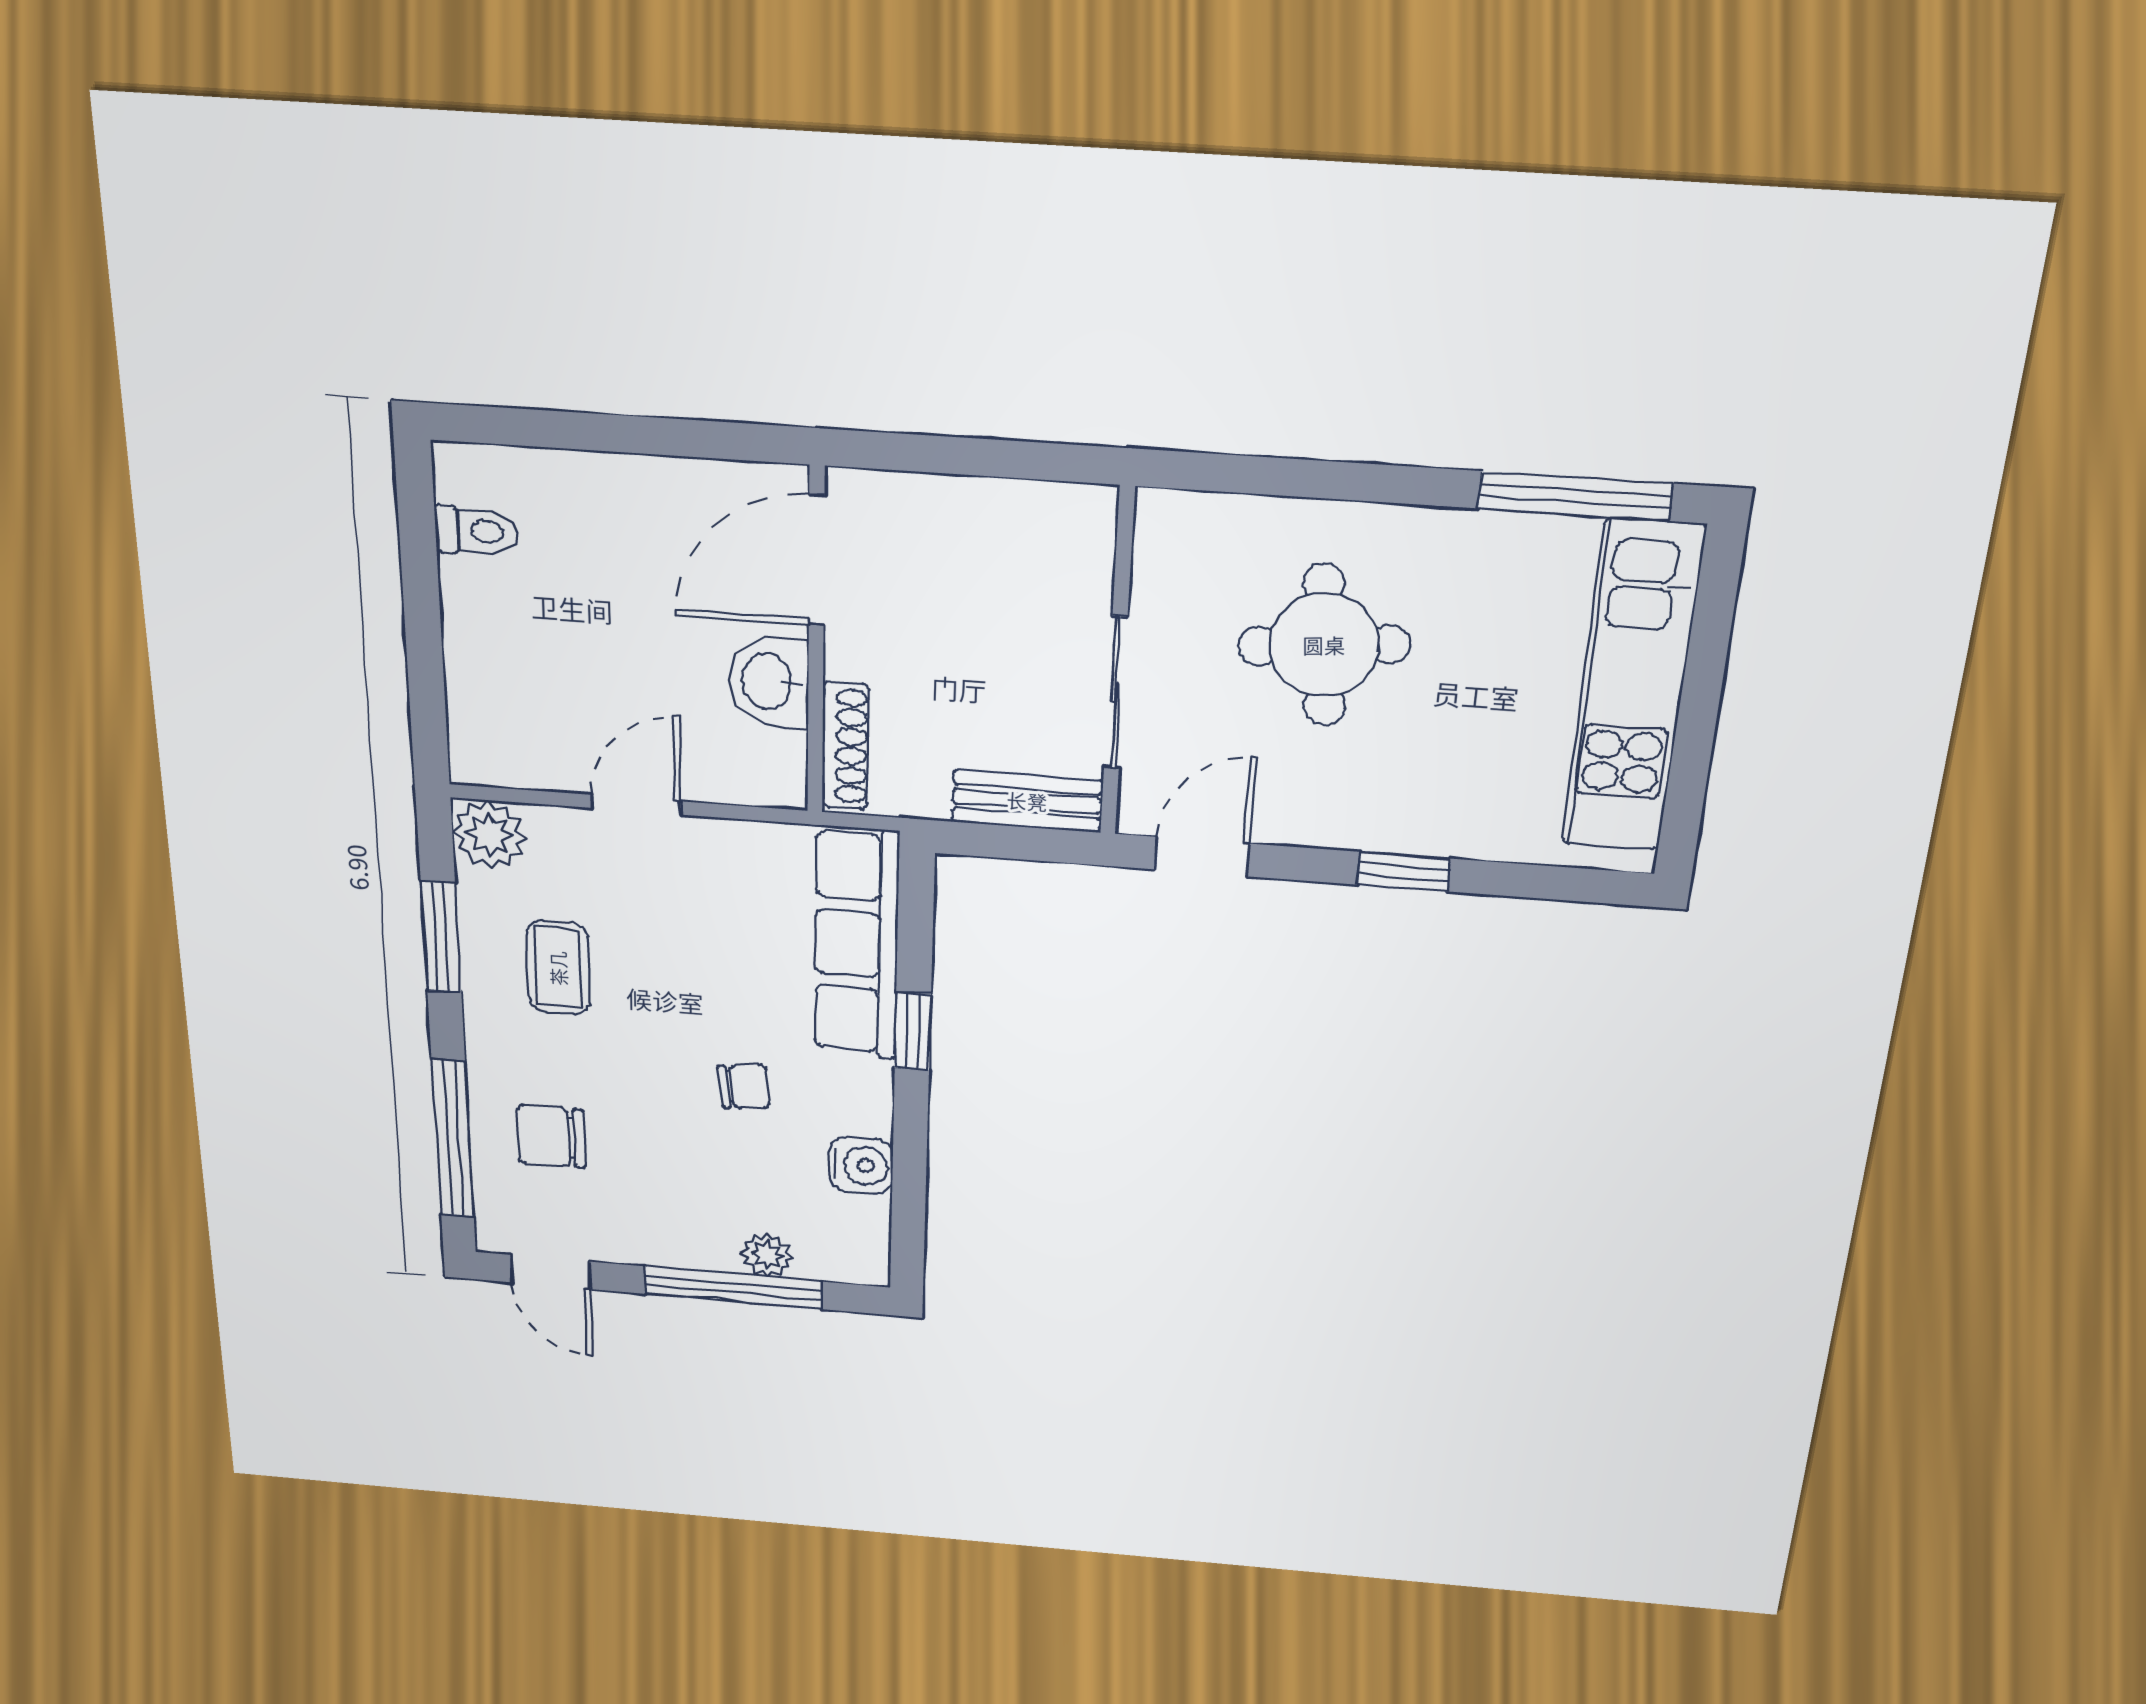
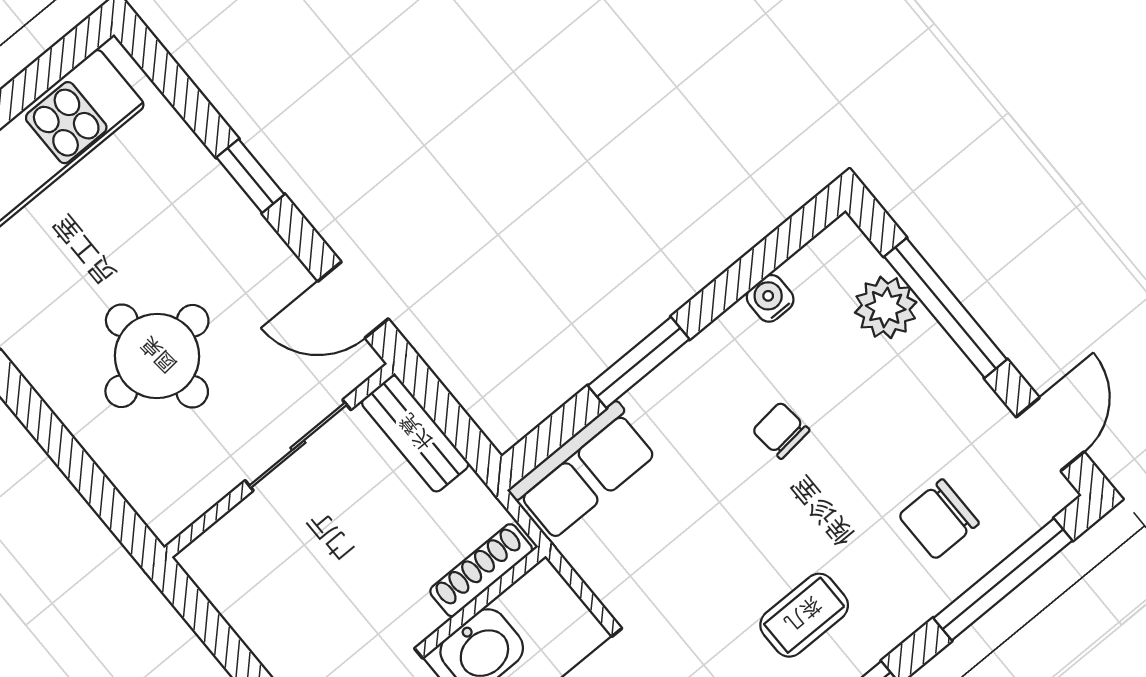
row of seats: (856, 944) -> (583, 471), width x0.68
window: (913, 1031) -> (639, 362), width x1.50
chair: (551, 1136) -> (939, 519), turned 90
water cooler: (861, 1165) -> (770, 298), width x0.72, depth x0.72
plant: (767, 1255) -> (886, 307), width x1.38, depth x1.38

